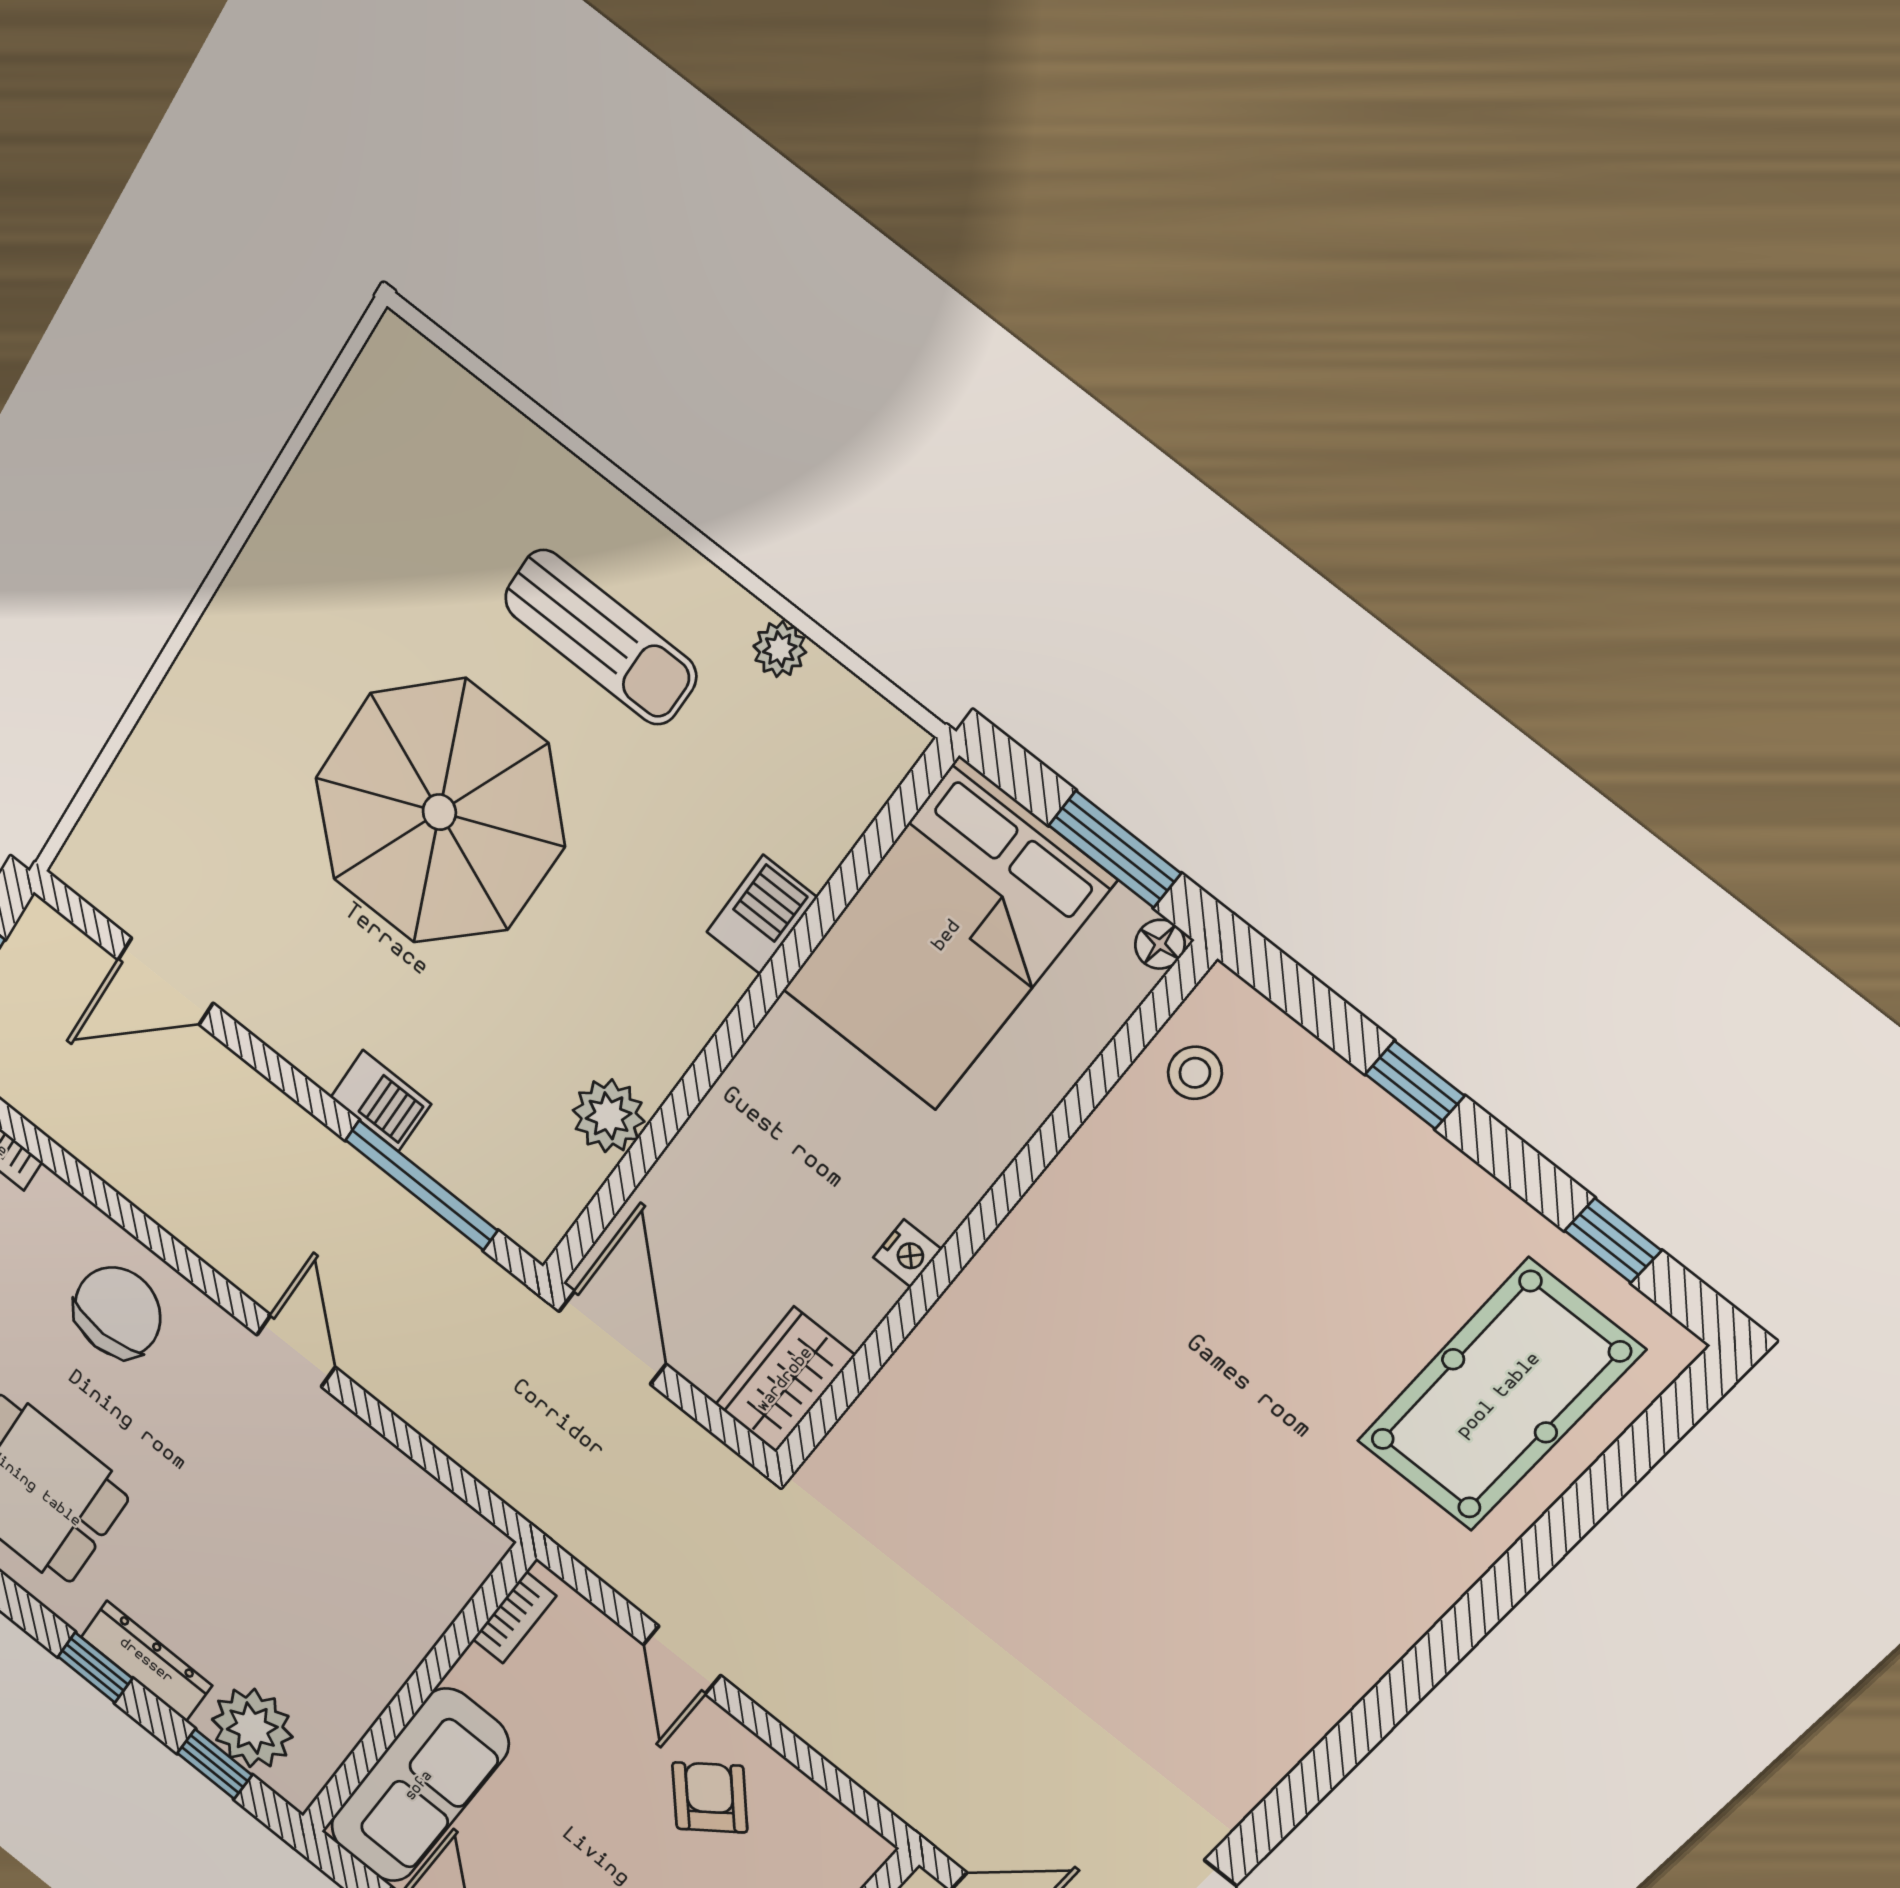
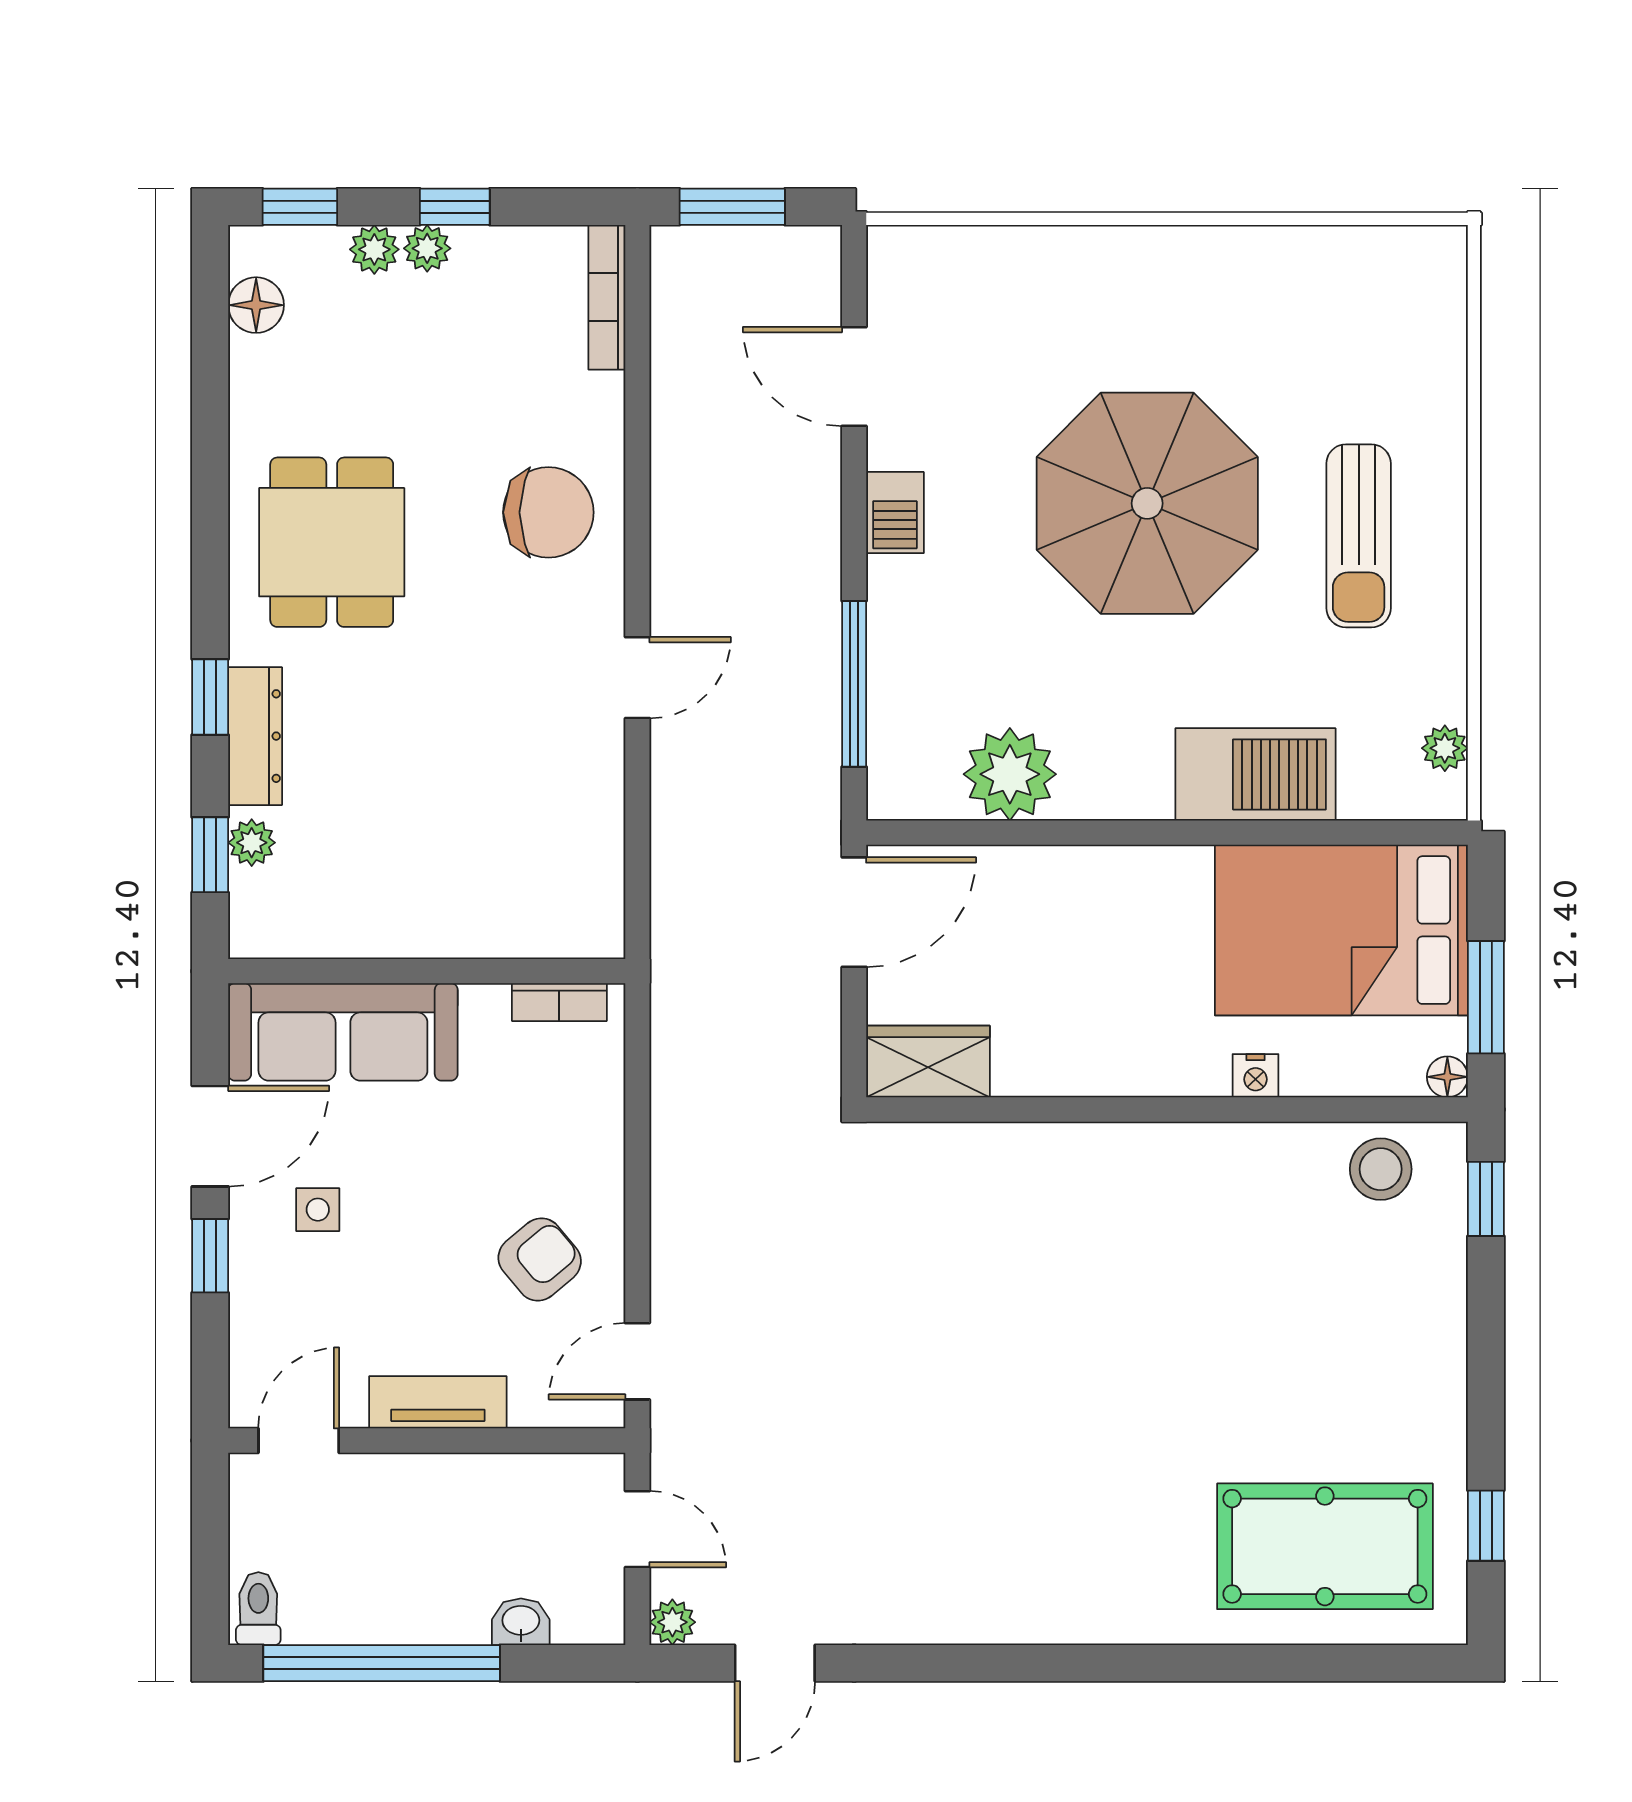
plant: (780, 649) -> (1445, 748), moved
barbecue: (762, 915) -> (1255, 774), width x1.88, depth x1.53
stool: (1195, 1073) -> (1381, 1169), width x1.37, depth x1.37
window: (1415, 1085) -> (1486, 1199), moved
barbecue: (381, 1101) -> (895, 513), moved
plant: (609, 1116) -> (1010, 774), width x1.36, depth x1.36
nightstand: (907, 1253) -> (1255, 1076), moved
door: (682, 1660) -> (637, 1361), moved
plant: (252, 1728) -> (252, 843), width x0.53, depth x0.53

